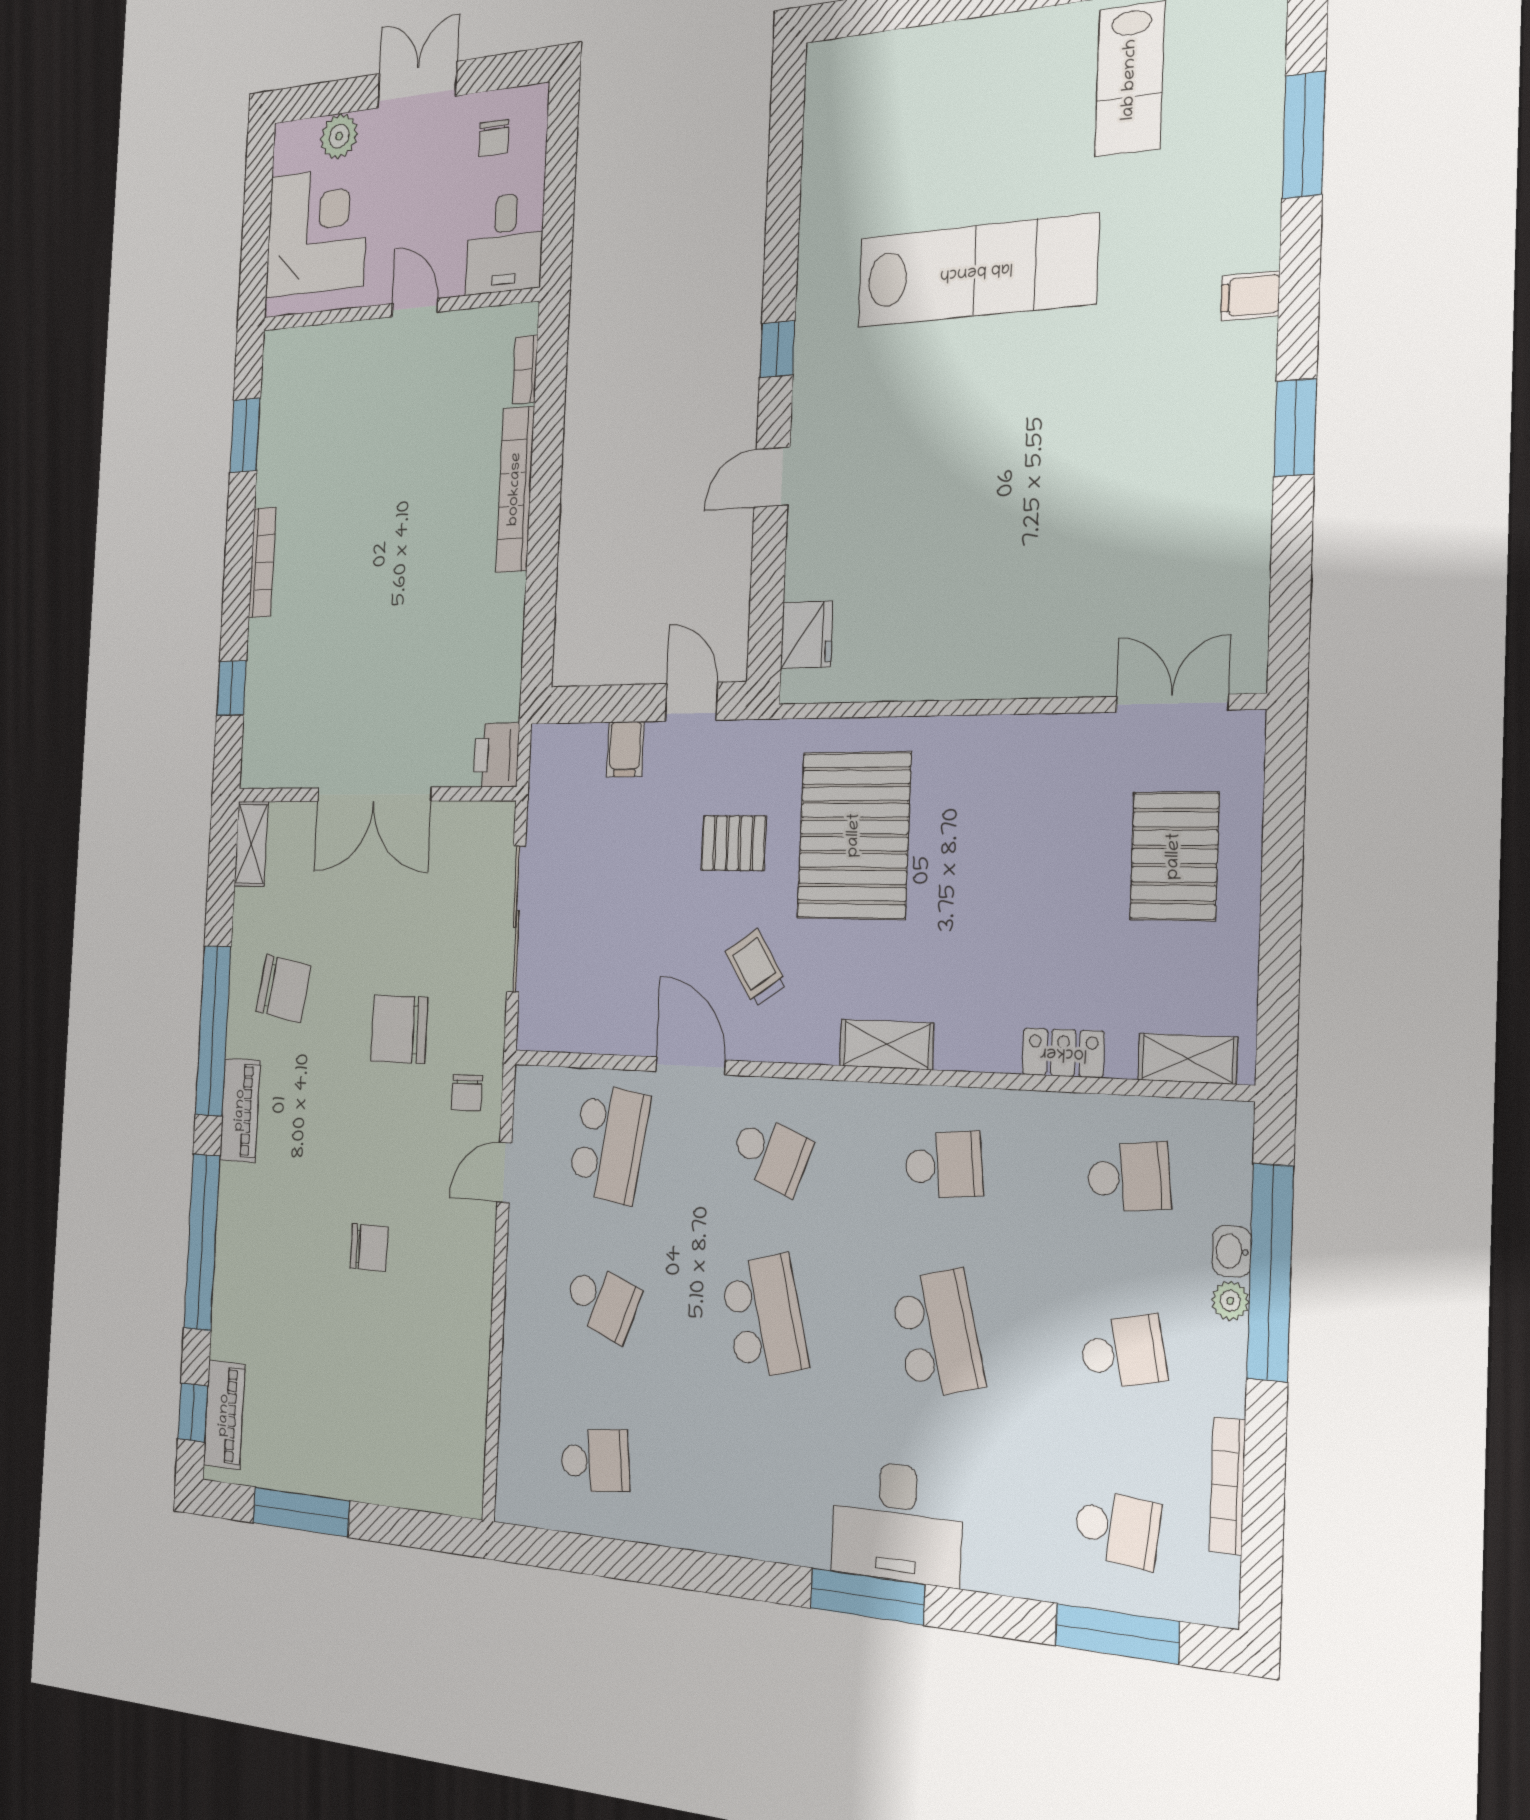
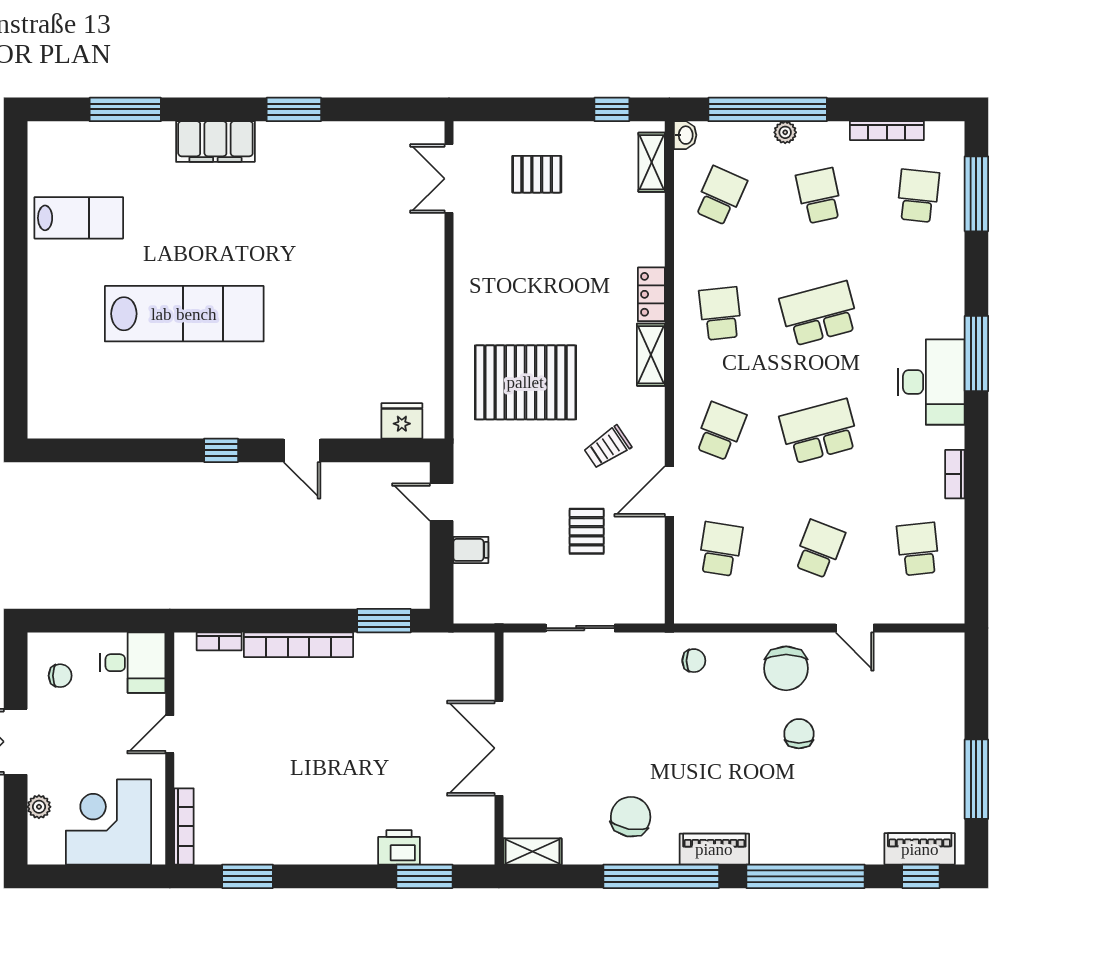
plant: (339, 136) -> (39, 807), width x0.73, depth x0.73
lab bench: (976, 271) -> (184, 314), turned 90
filing cabinet: (1250, 296) -> (215, 142), width x3.00, depth x1.17
bookcase: (262, 562) -> (184, 826), moved, turned 90
window: (540, 617) -> (384, 621), added
window: (232, 688) -> (424, 876), width x1.50
door: (691, 702) -> (442, 502), hinge flipped
printer: (496, 755) -> (399, 847), moved, turned 180
double door: (374, 794) -> (499, 748), swing flipped
pallet: (733, 843) -> (587, 531), moved
pallet: (1174, 856) -> (537, 174), width x0.67, depth x0.71
sliding door: (516, 919) -> (580, 628), width x0.73
window: (1279, 991) -> (612, 109), added
chair: (399, 1029) -> (786, 668), moved
locker: (1063, 1053) -> (651, 294), moved
school desk: (609, 1143) -> (720, 549), width x0.54
door: (504, 1172) -> (855, 628), moved
school desk: (1129, 1177) -> (720, 196), turned 30
washbasin: (1232, 1251) -> (685, 135), moved, turned -90
desk: (897, 1522) -> (931, 382), moved
bookcase: (695, 1535) -> (955, 474), added

